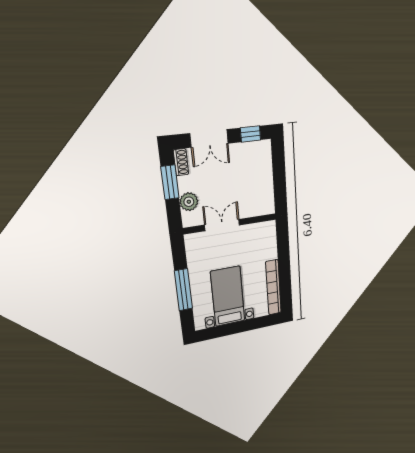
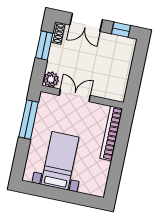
plant: (189, 202) -> (51, 79), moved
bookcase: (273, 287) -> (111, 133), moved
window: (183, 290) -> (29, 120), moved

